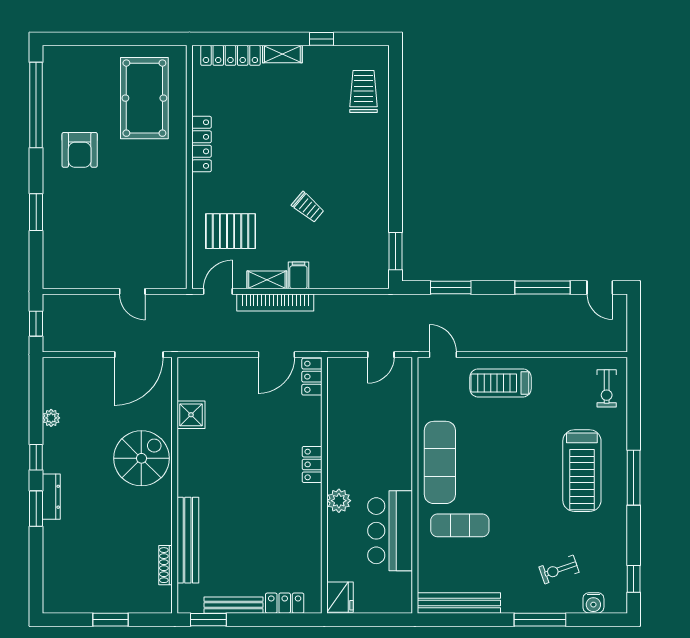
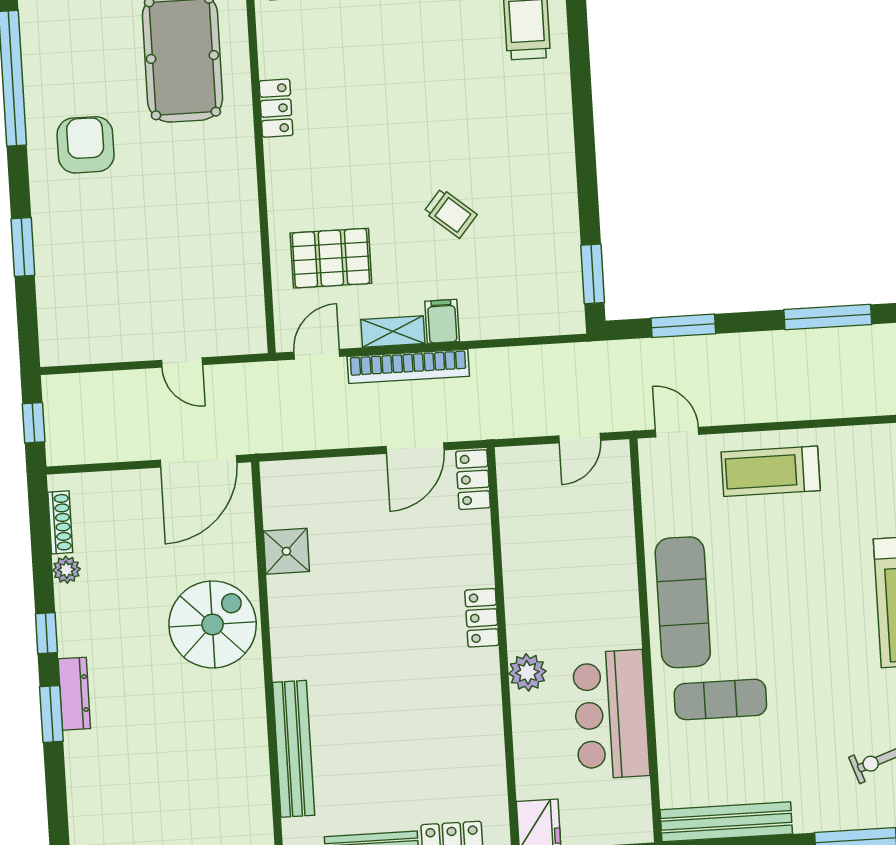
locker: (202, 144) -> (276, 108), width x0.66
armchair: (80, 150) -> (86, 145), turned 180
shoe rack: (165, 565) -> (60, 522), moved, turned 180

